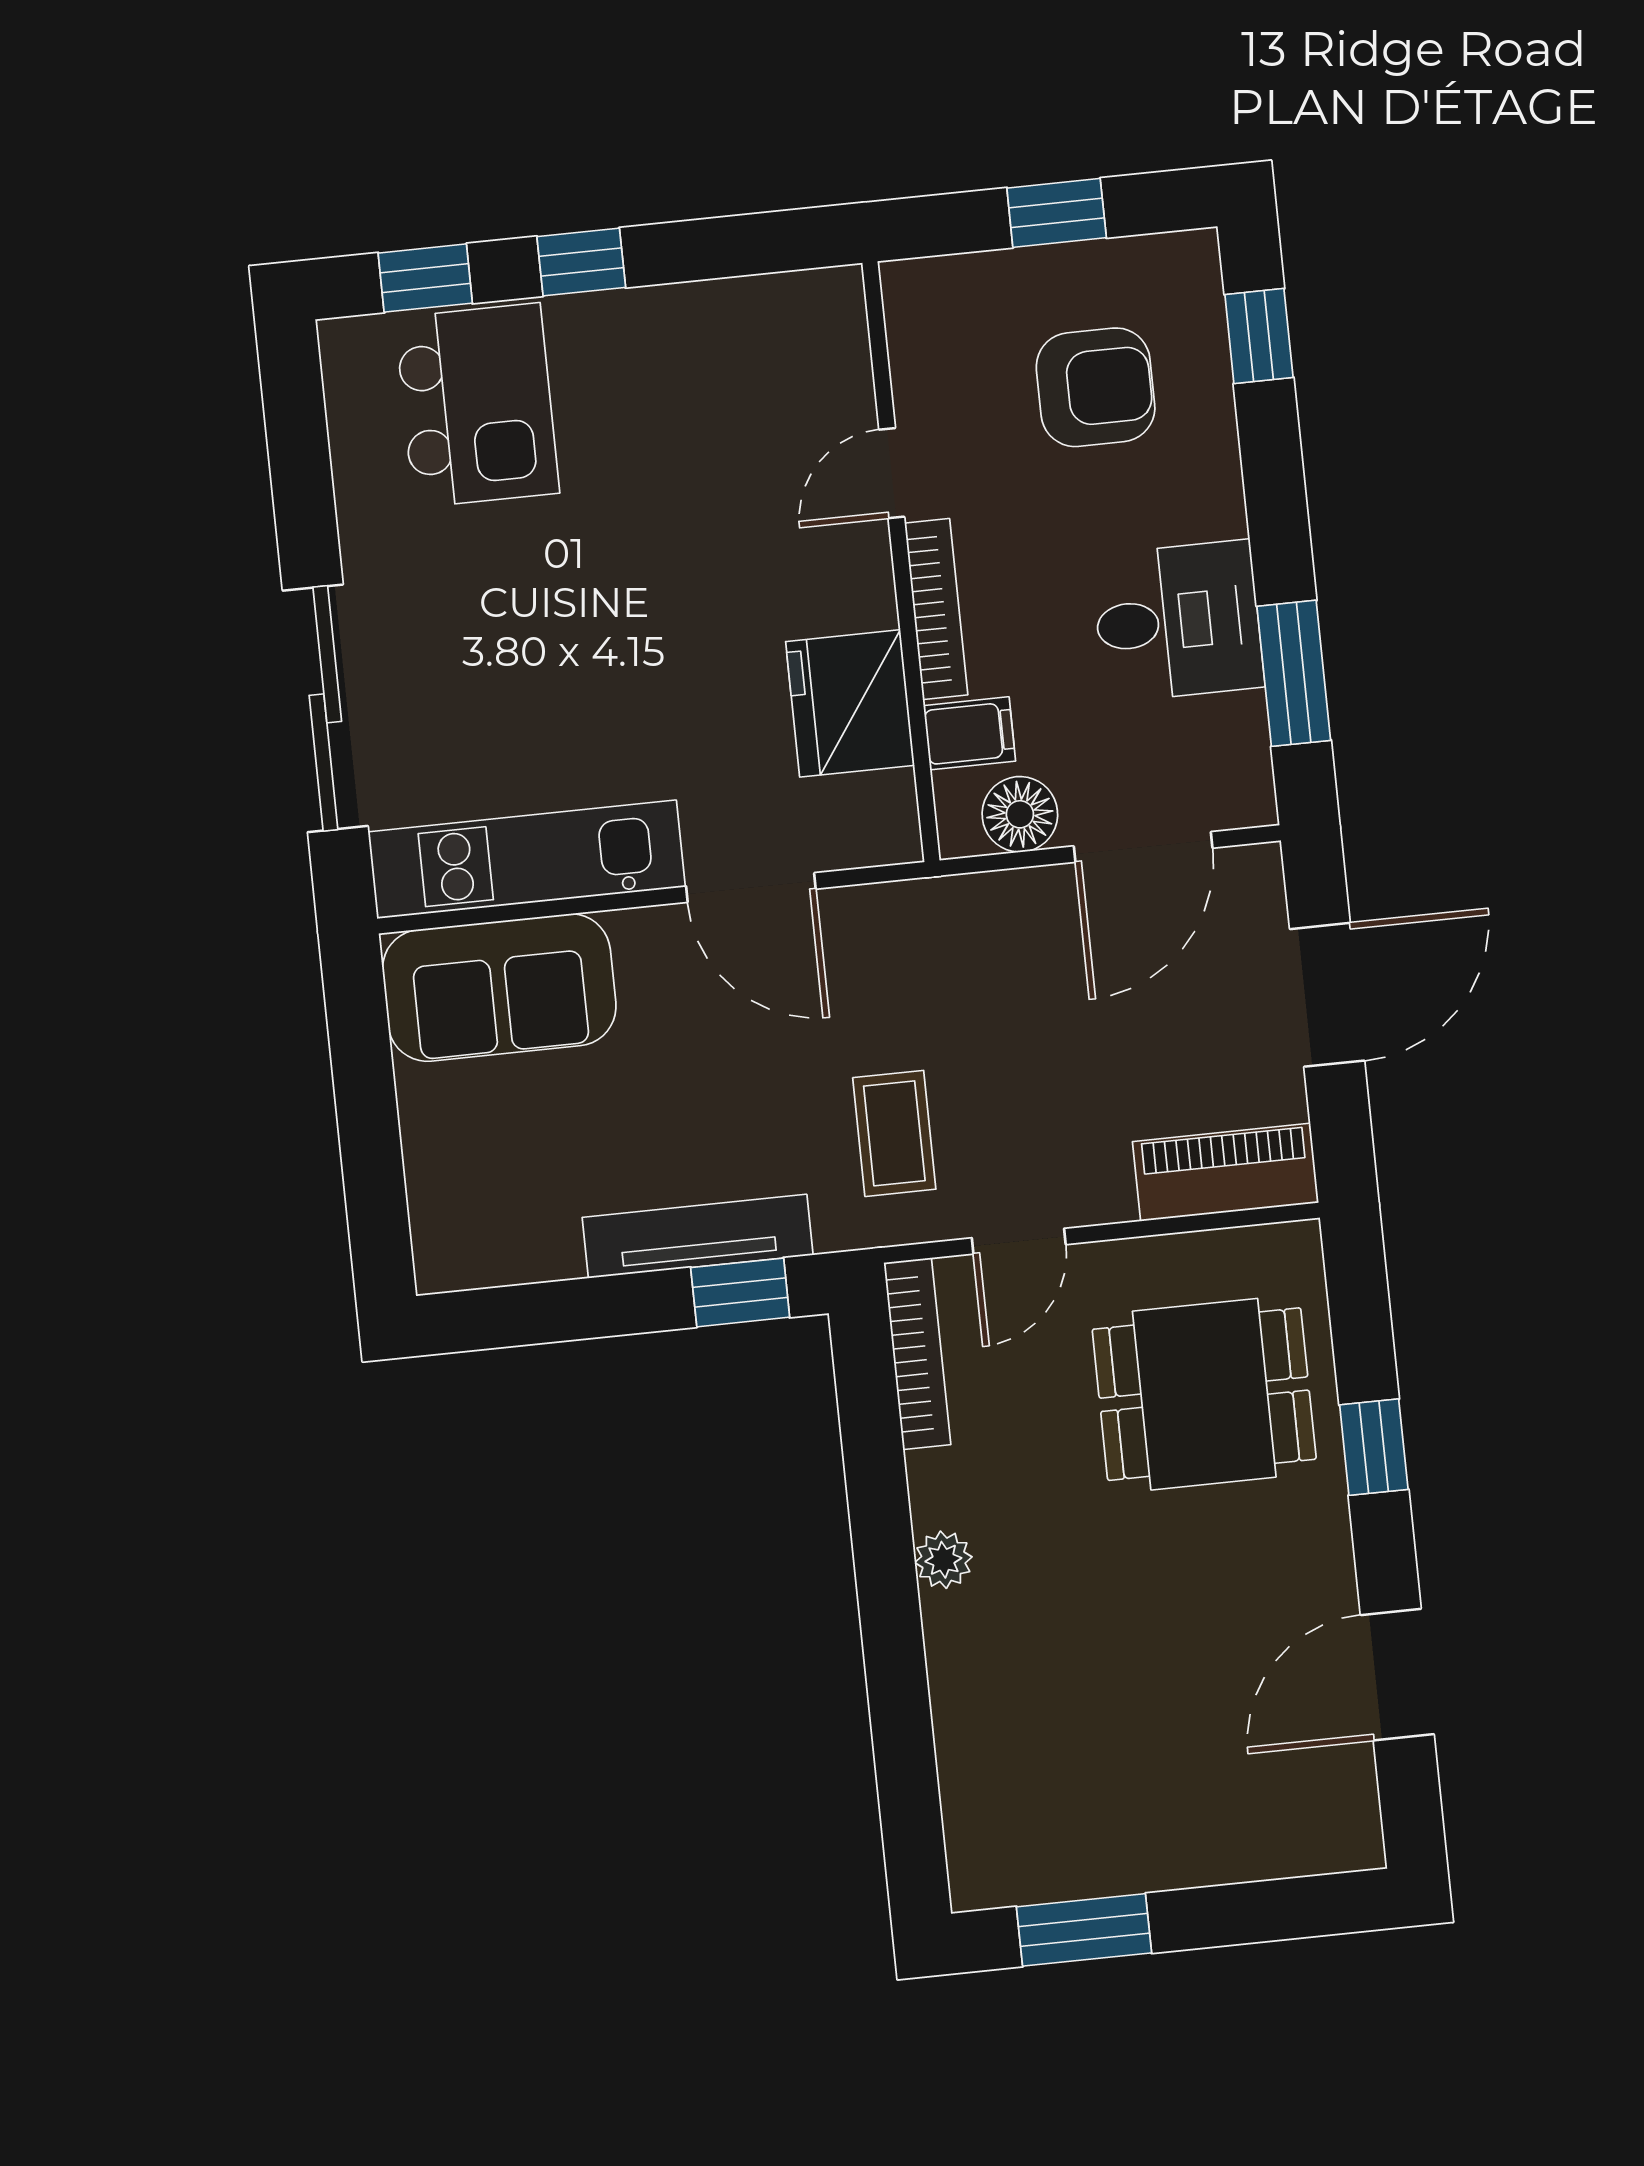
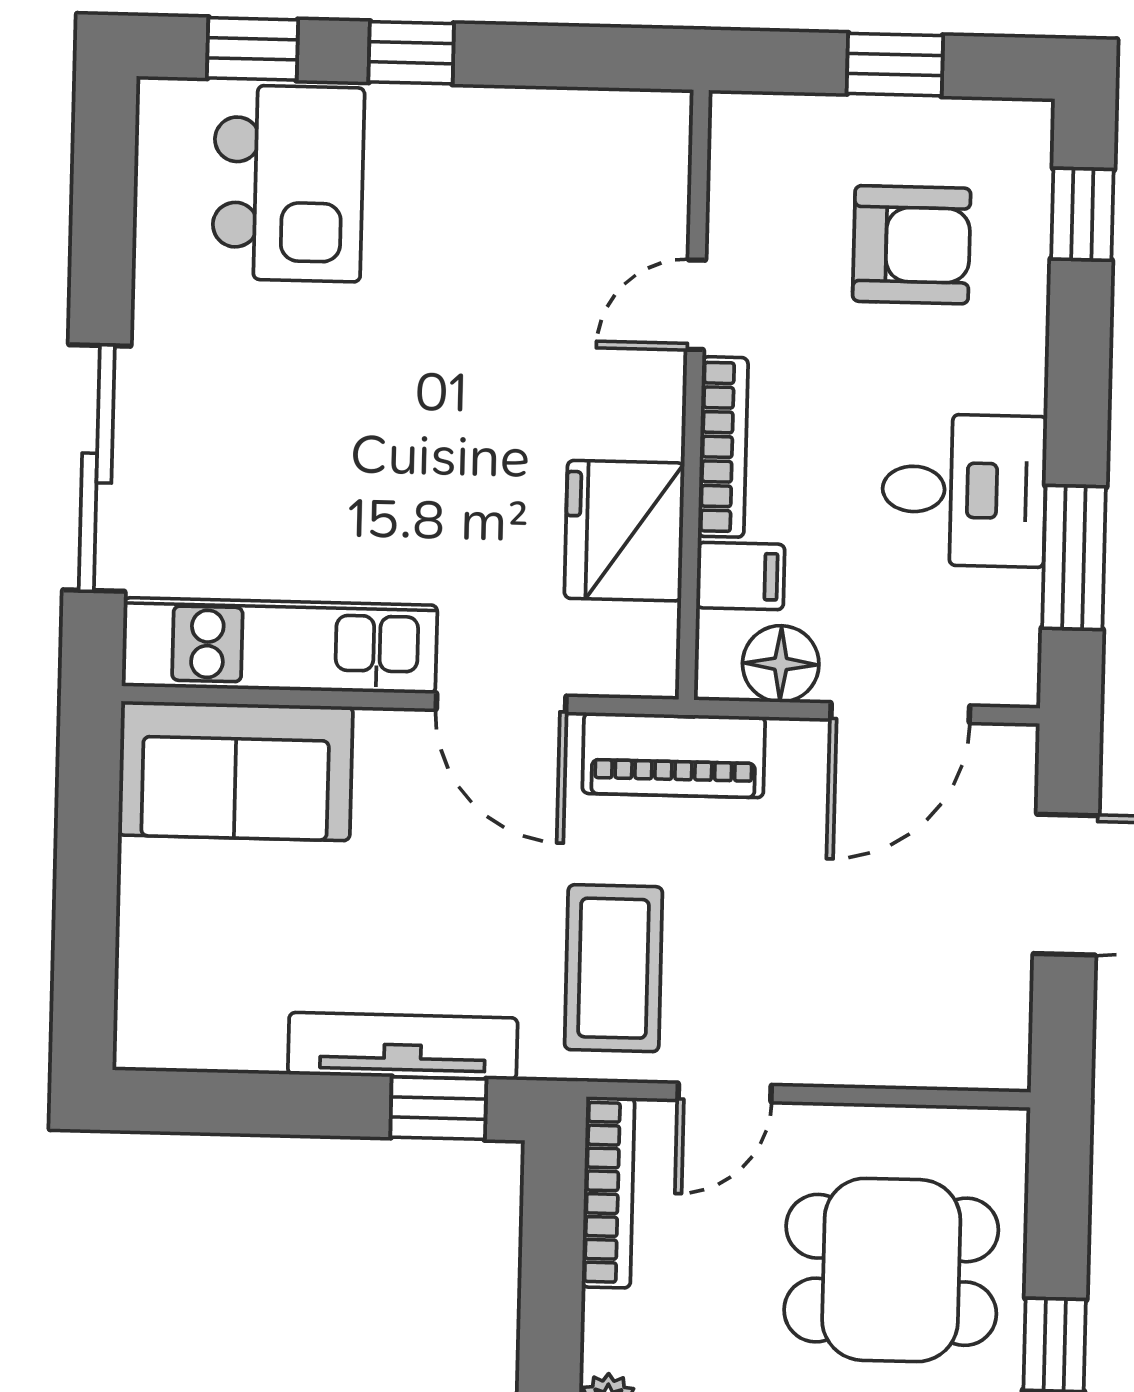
coffee table: (894, 1133) -> (614, 968), width x1.36, depth x1.30
piano: (1225, 1172) -> (674, 755), moved, turned 180

